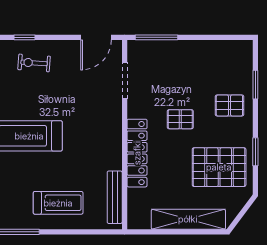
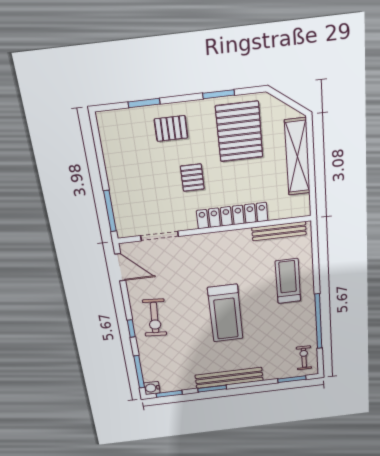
exercise bike: (34, 63) -> (155, 318), width x1.38, depth x1.39
pallet: (229, 105) -> (171, 128), turned 90

